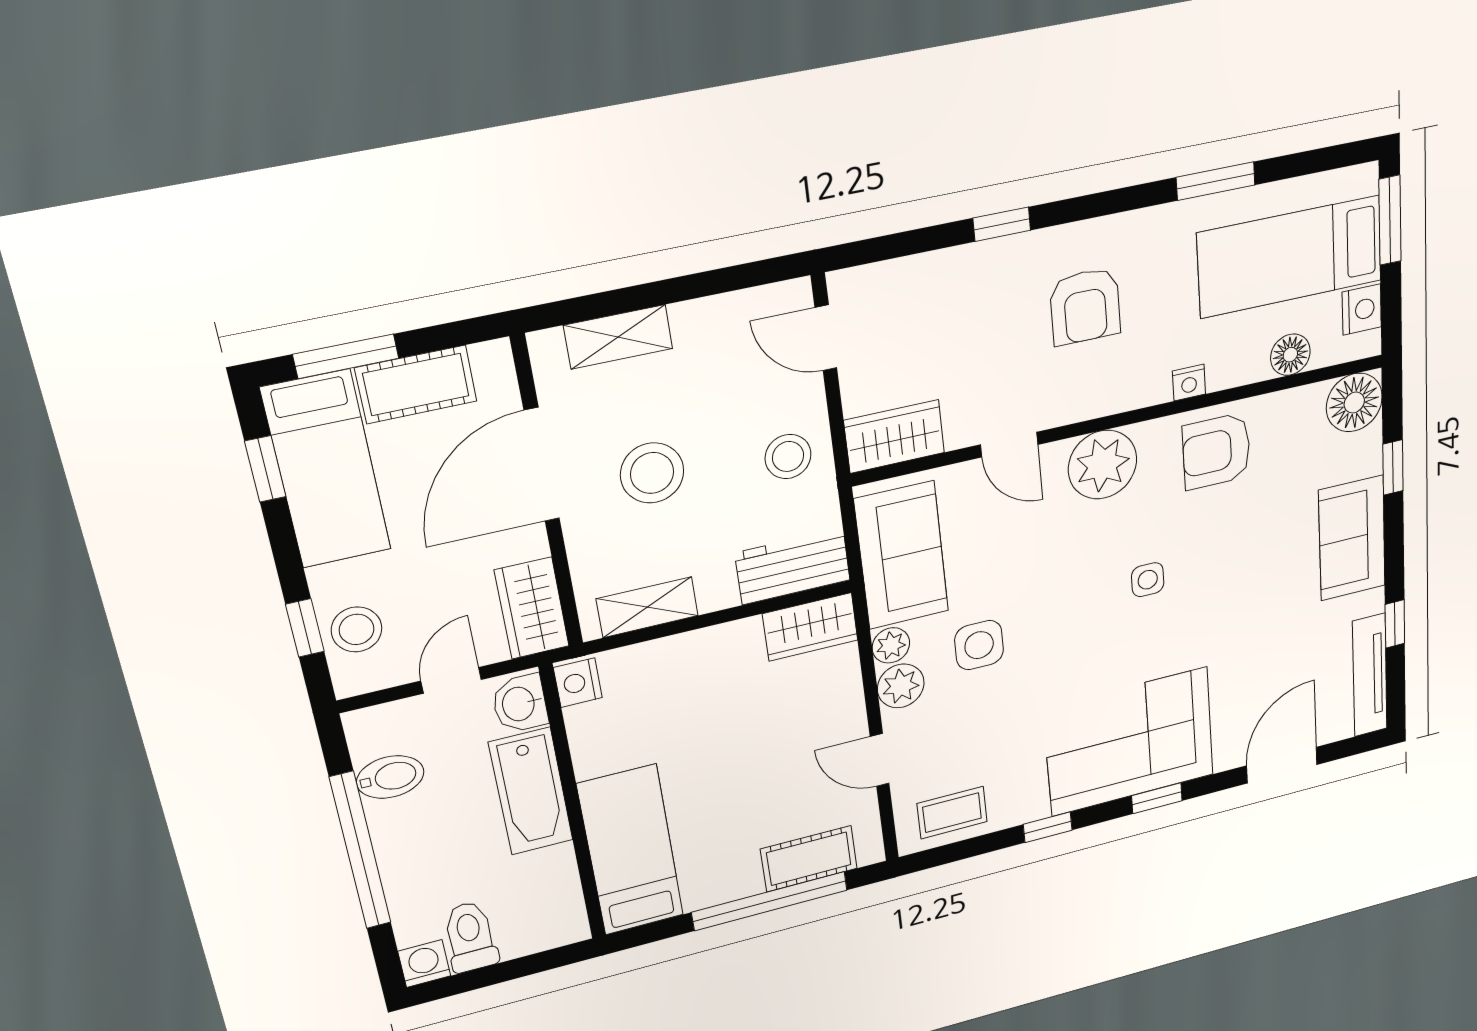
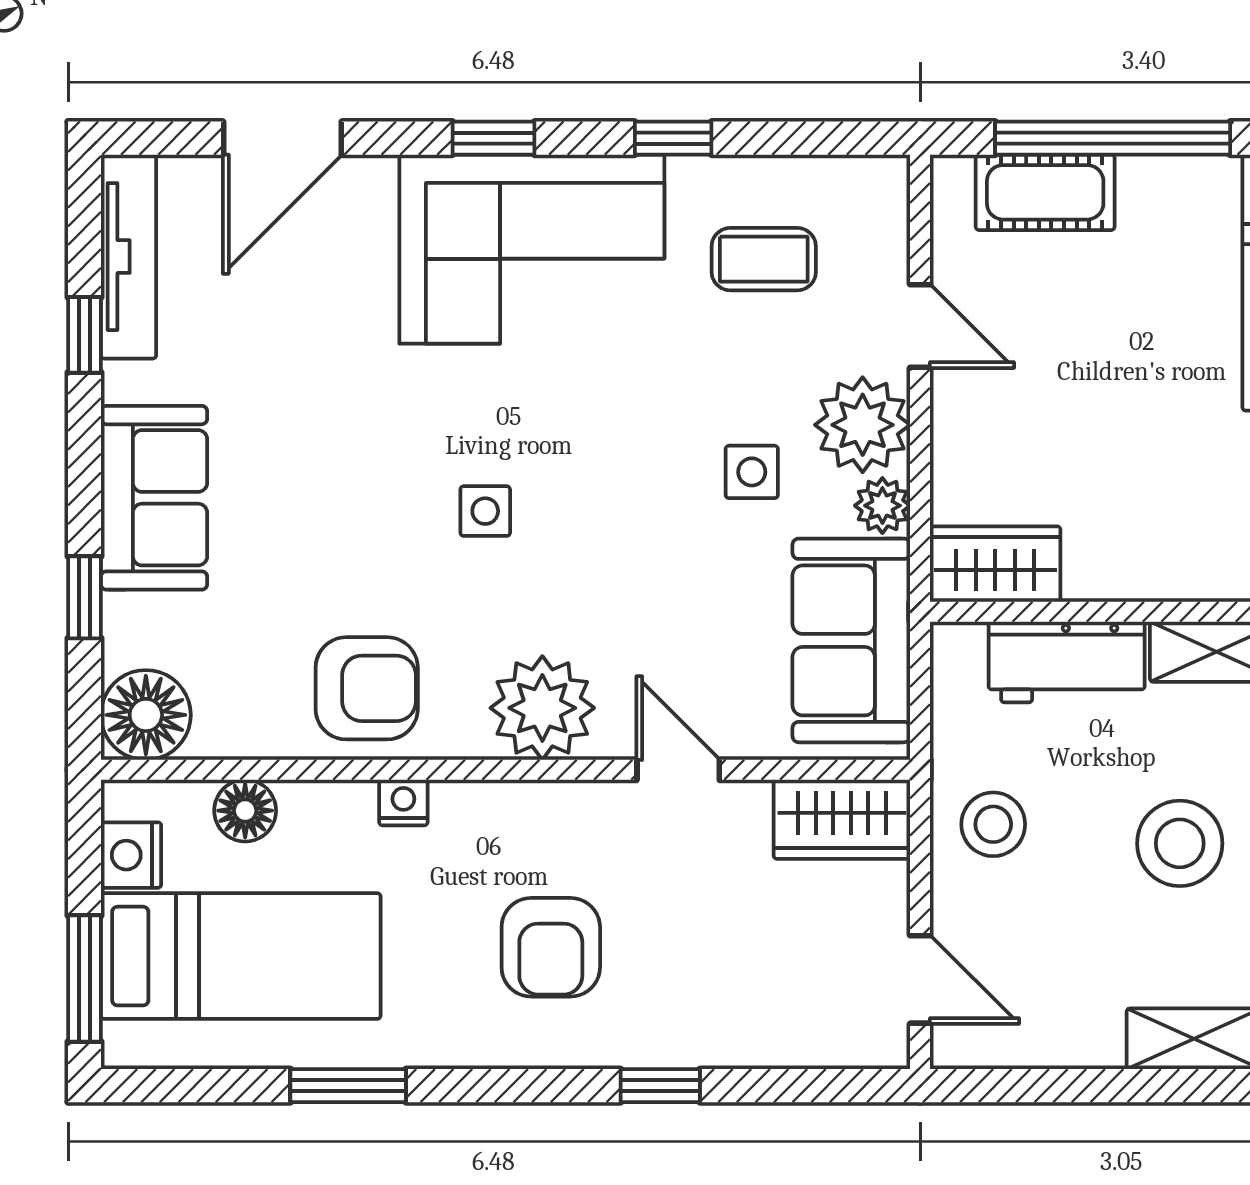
armchair: (1085, 306) -> (551, 947), turned 180
workbench: (793, 566) -> (1067, 662), moved
side table: (979, 645) -> (752, 472), width x0.73, depth x0.73
plant: (901, 686) -> (863, 425), width x1.36, depth x1.36
coffee table: (952, 813) -> (764, 259), moved

